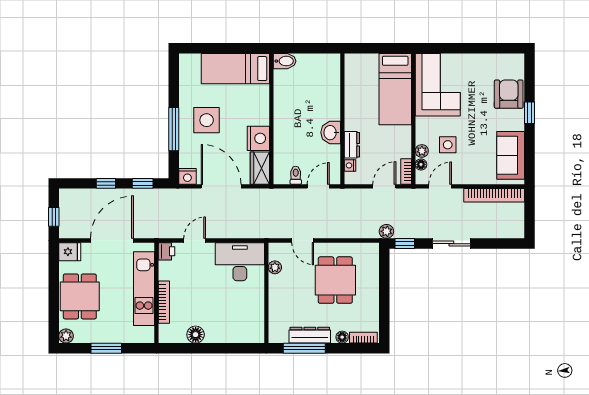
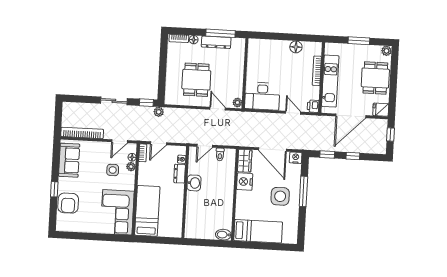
door: (195, 240) -> (293, 113), swing flipped
plant: (275, 267) -> (237, 103), moved

